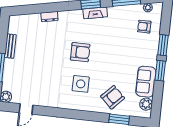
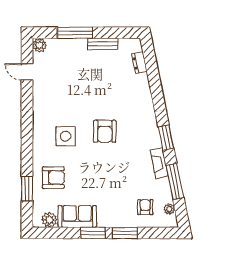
fireplace: (95, 13) -> (159, 163), moved
dresser: (49, 17) -> (139, 63), moved
armchair: (113, 97) -> (53, 178), turned -44

